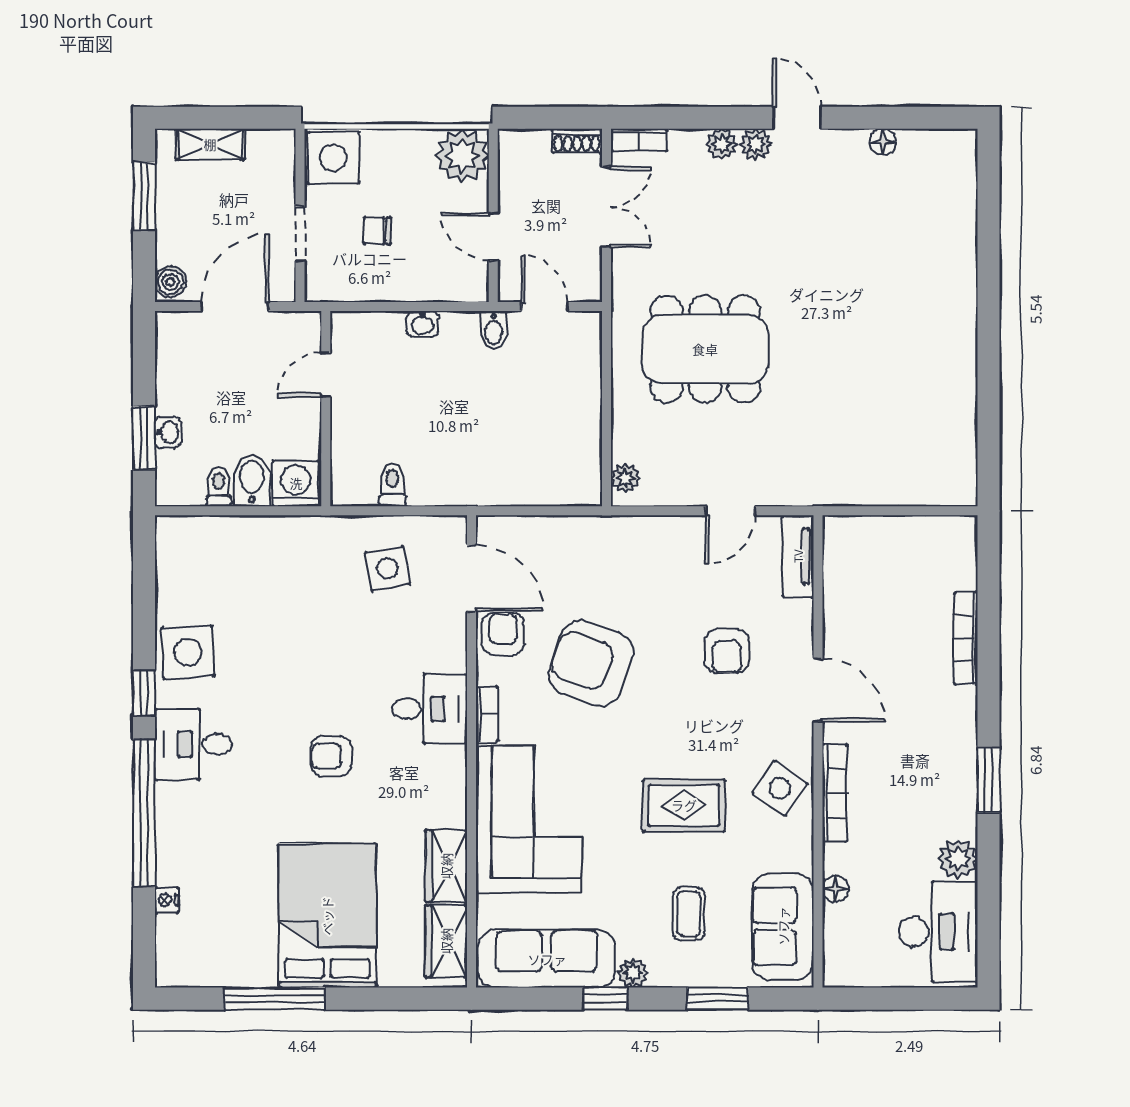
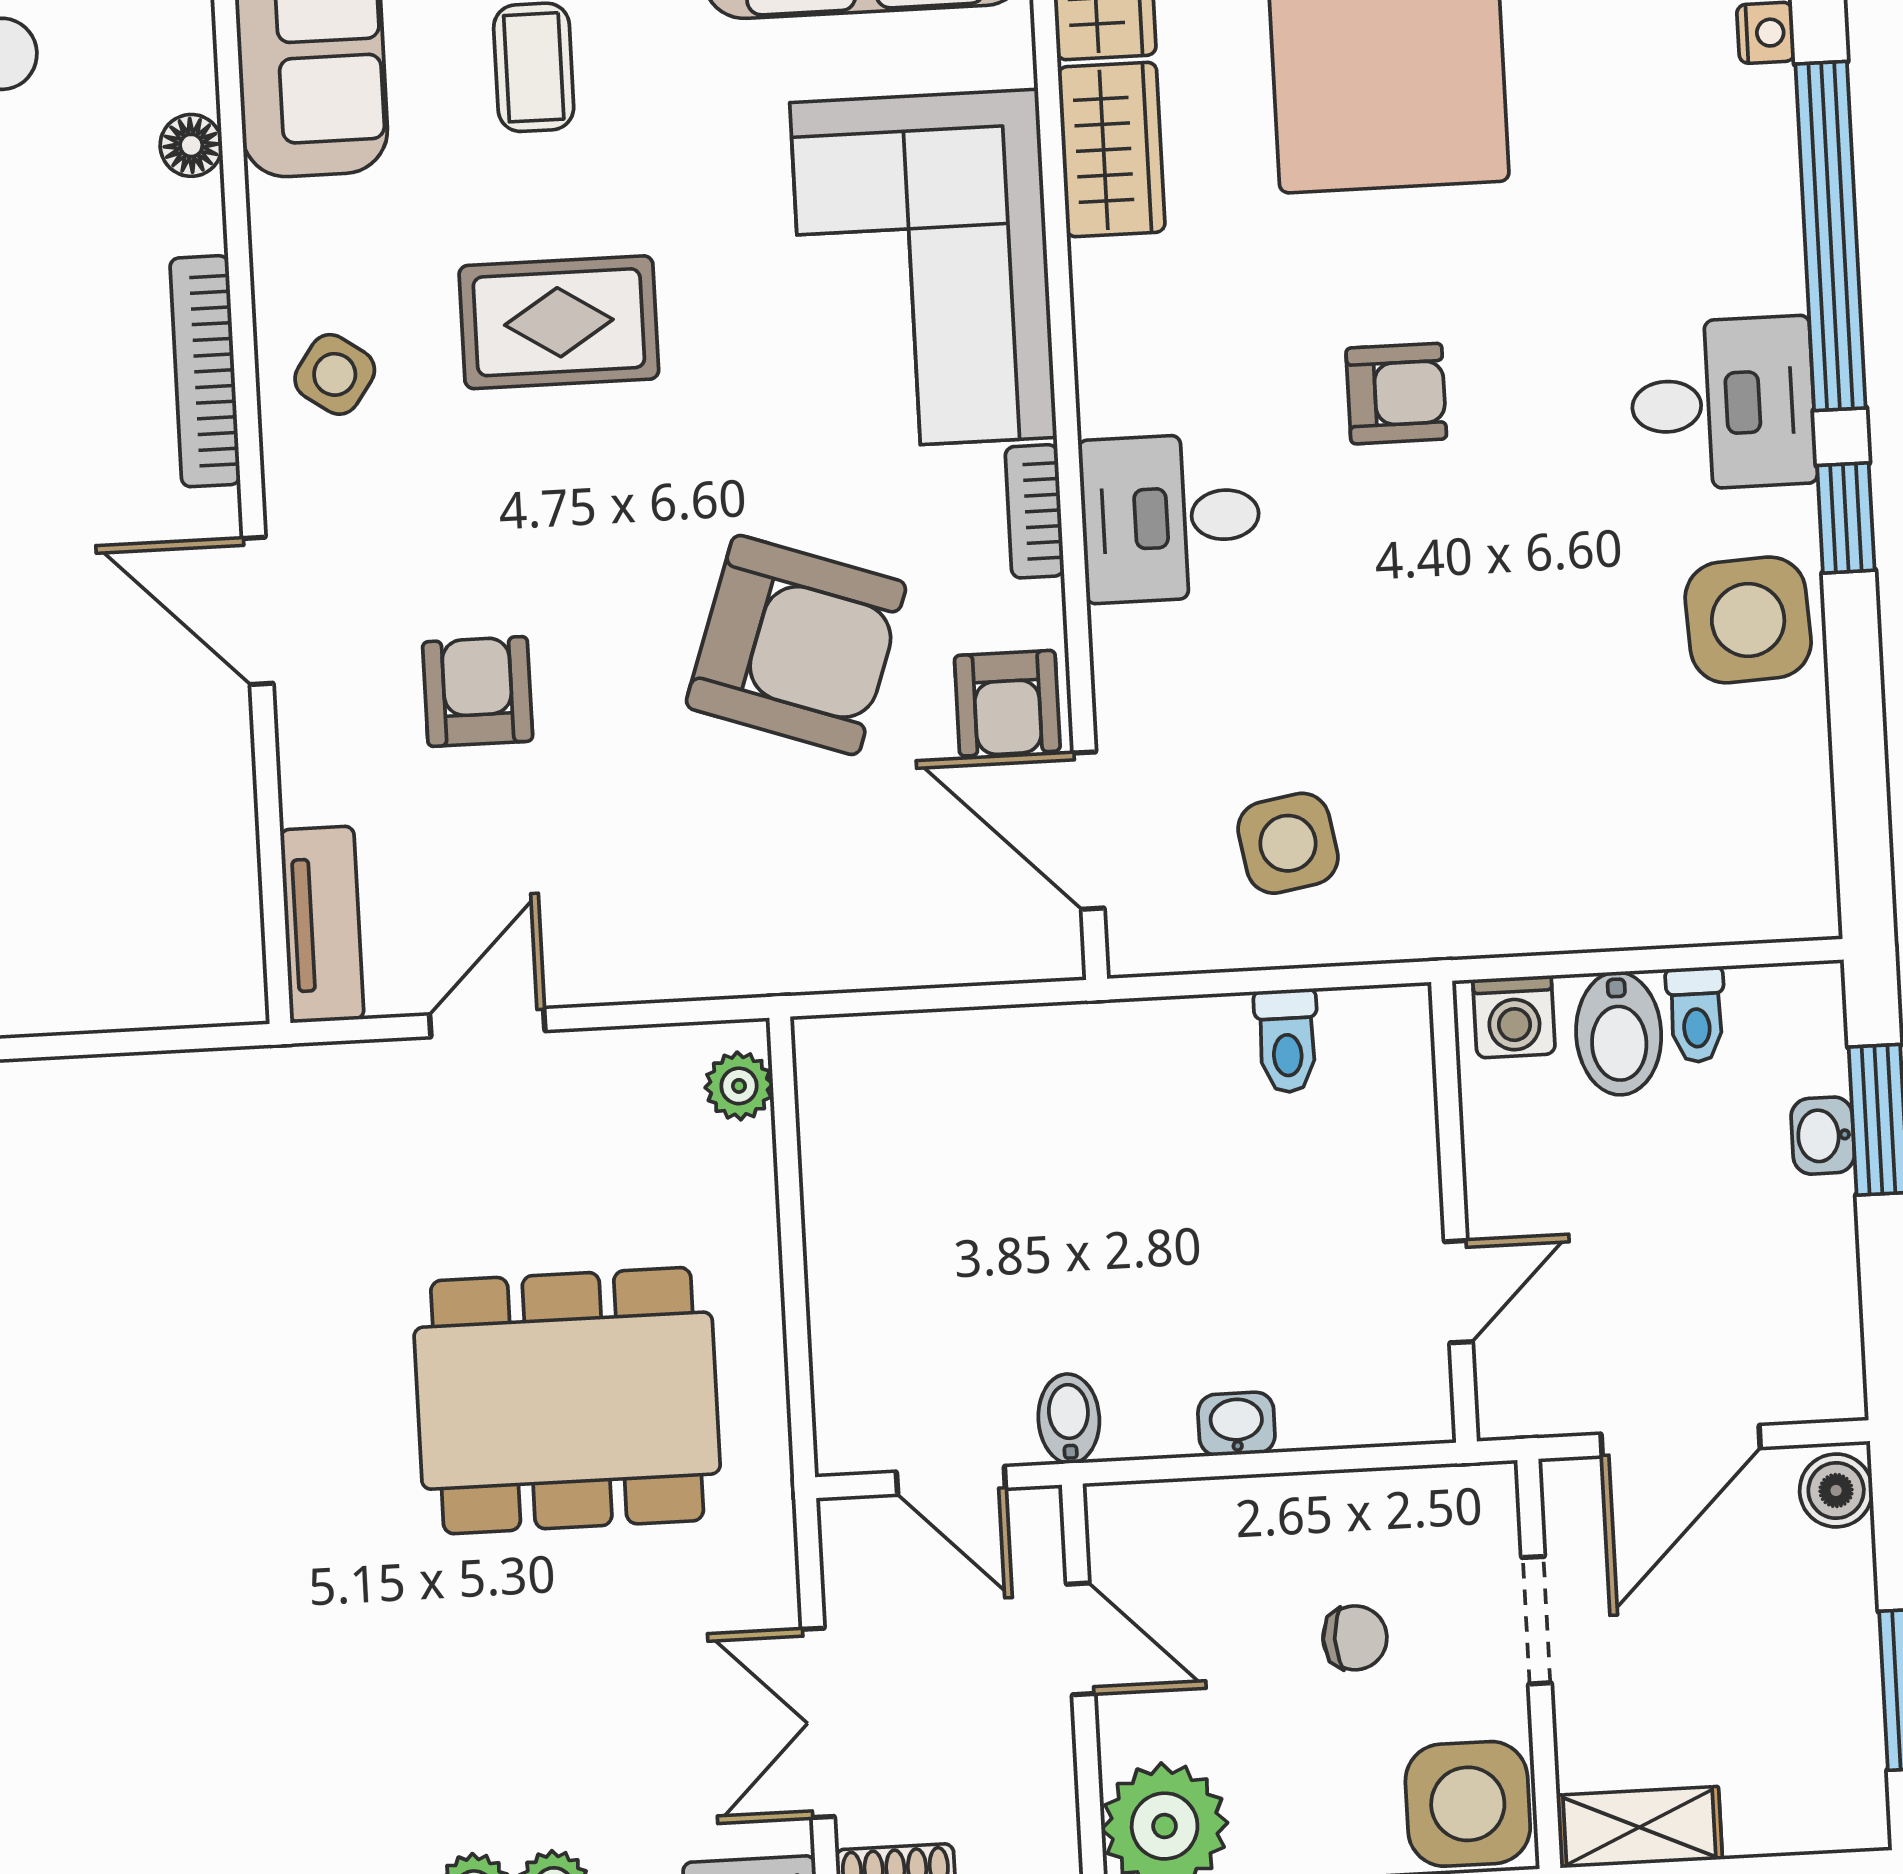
shelving: (210, 144) -> (1639, 1827), moved
washing machine: (296, 483) -> (1514, 1017), width x0.73, depth x0.73
side table: (780, 788) -> (335, 374), width x0.73, depth x0.73

